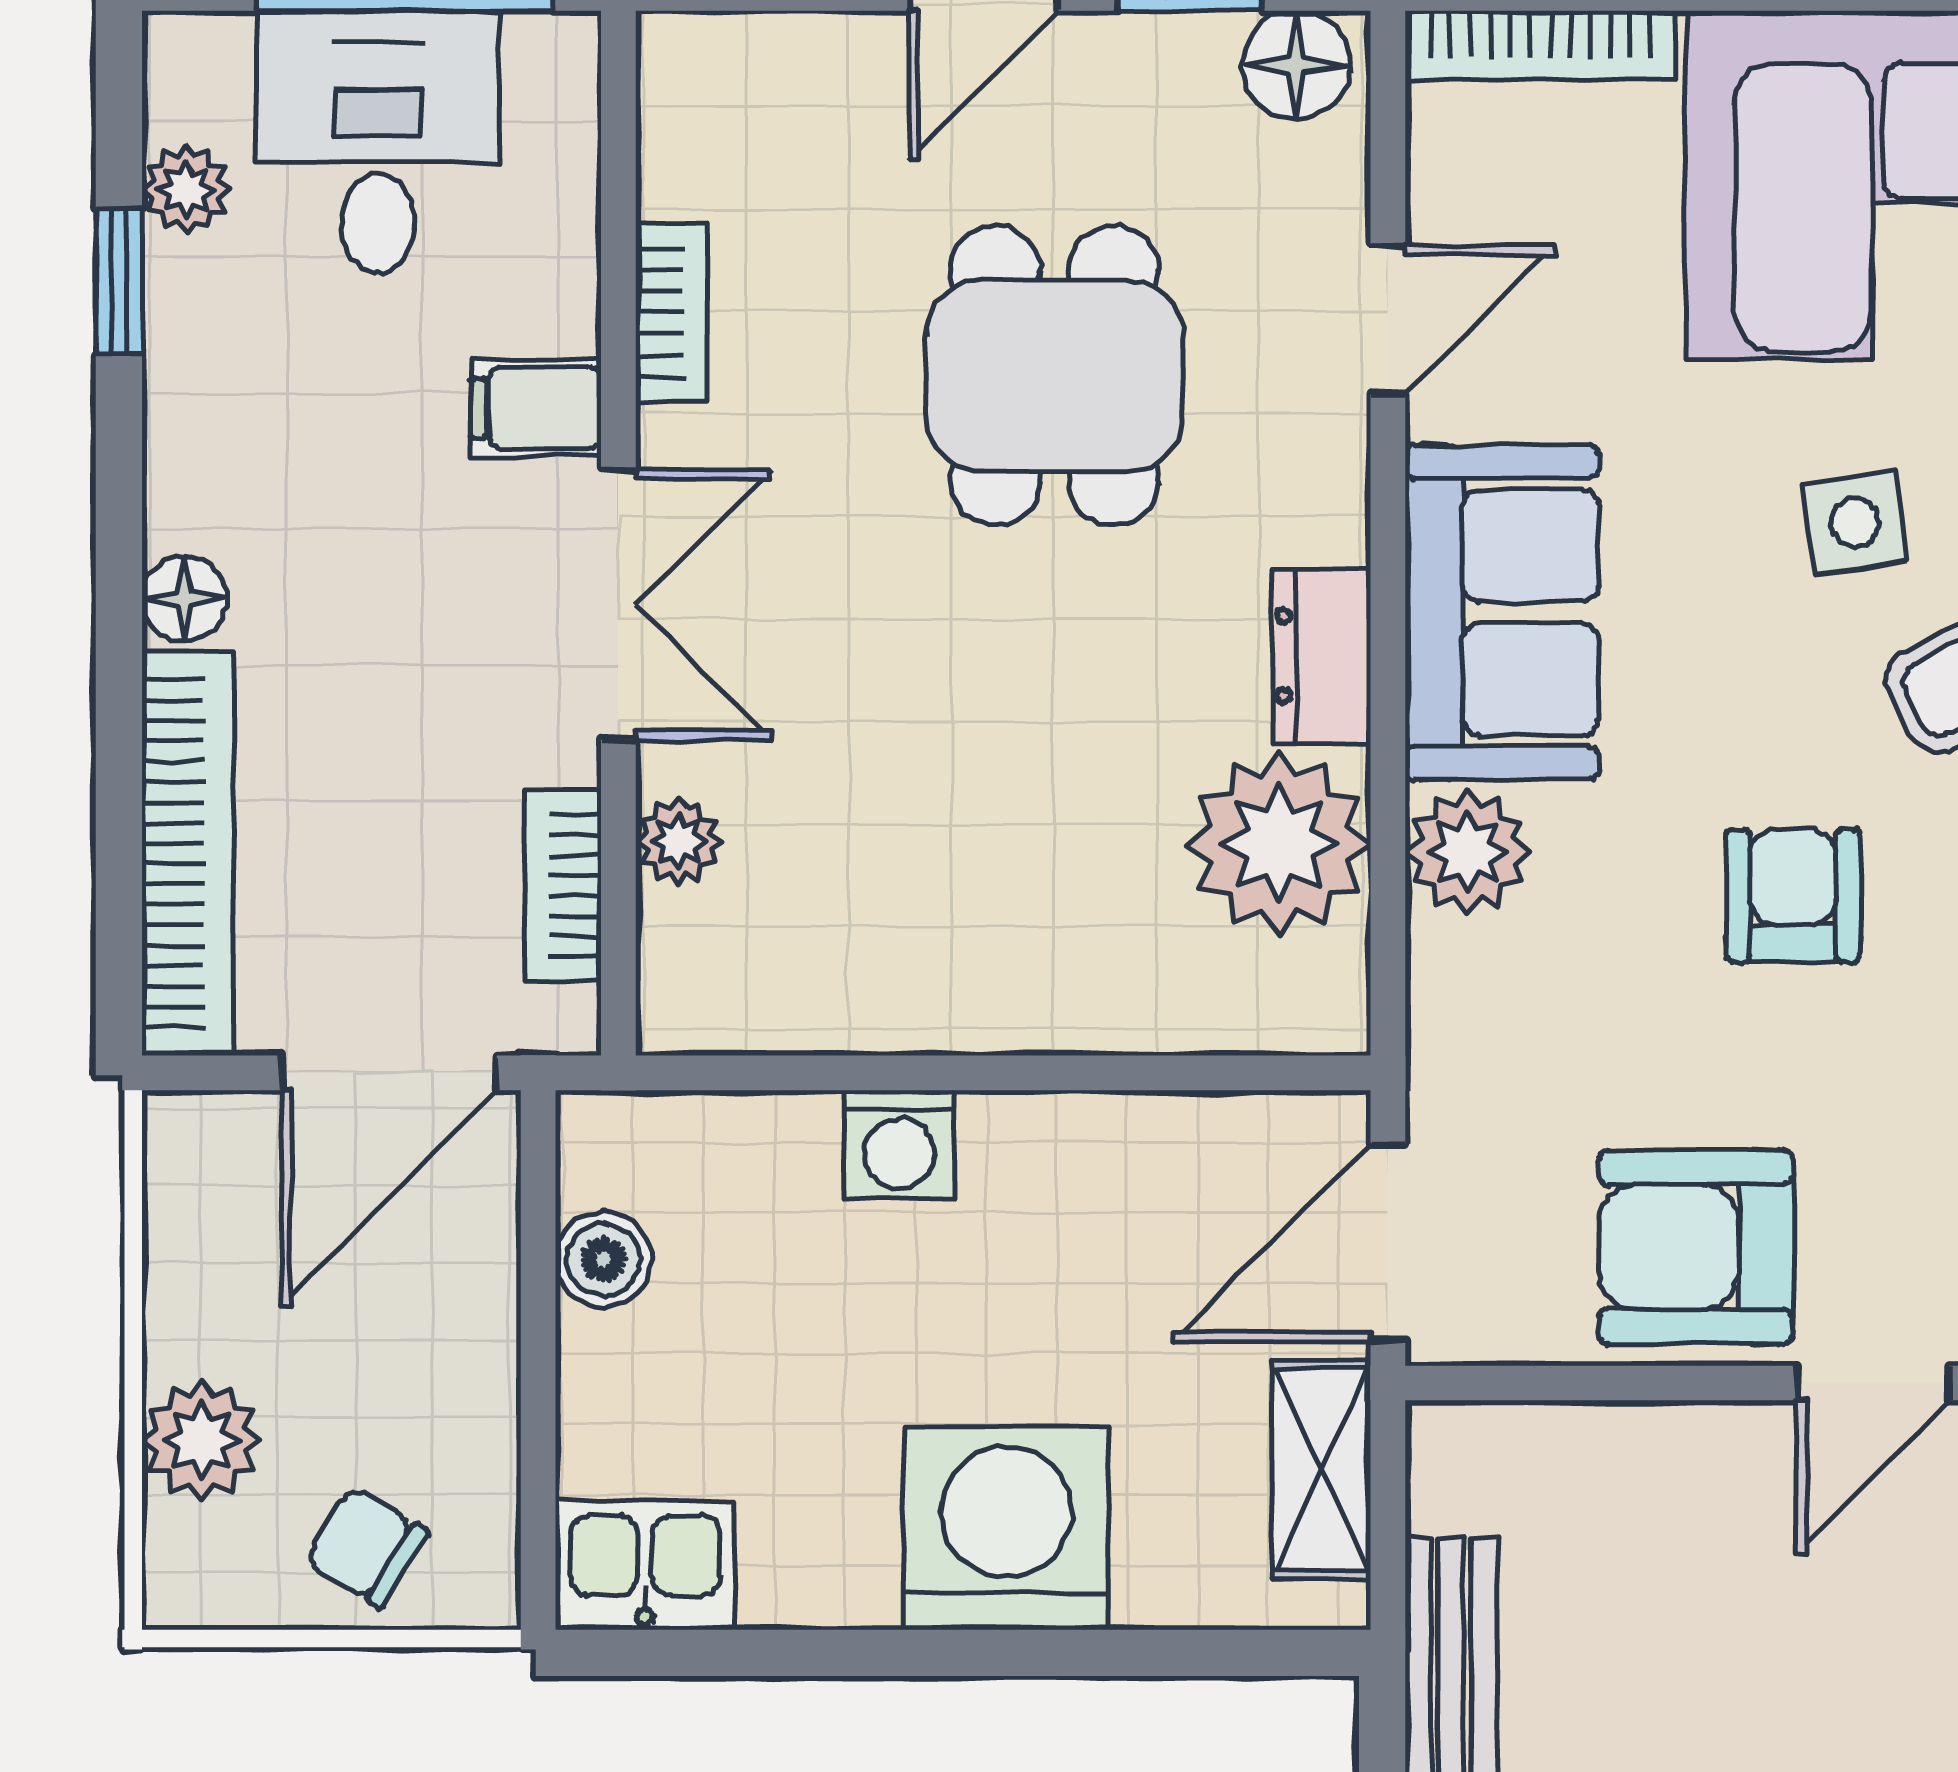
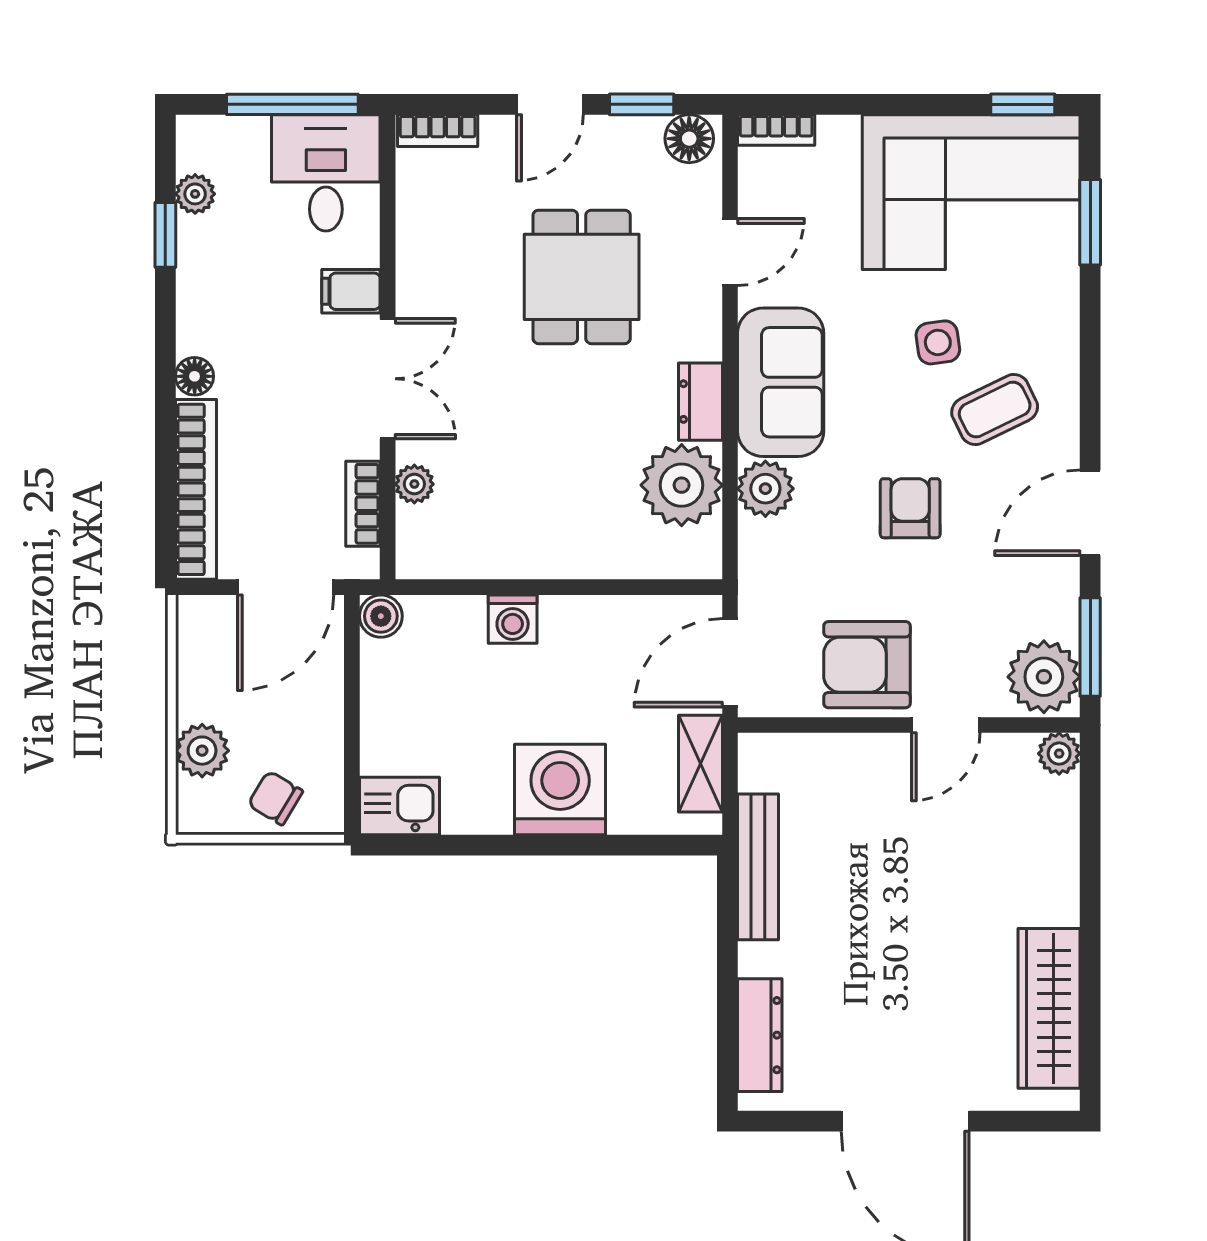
bookcase: (1540, 45) -> (776, 130), width x0.64
desk: (378, 142) -> (326, 173), moved
bookcase: (672, 312) -> (438, 131), moved, turned 90
boiler: (603, 1259) -> (381, 616), moved

